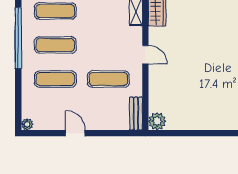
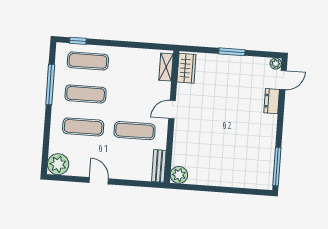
window: (18, 38) -> (50, 85), width x0.68
door: (145, 55) -> (172, 110), swing flipped
plant: (27, 124) -> (58, 164), width x1.87, depth x1.87

